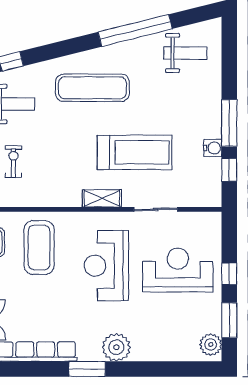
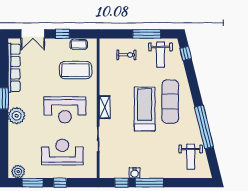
treadmill: (135, 152) -> (145, 109), moved, turned 180
reception desk: (106, 266) -> (65, 110), turned 180
reception desk: (178, 270) -> (62, 152), turned -90

